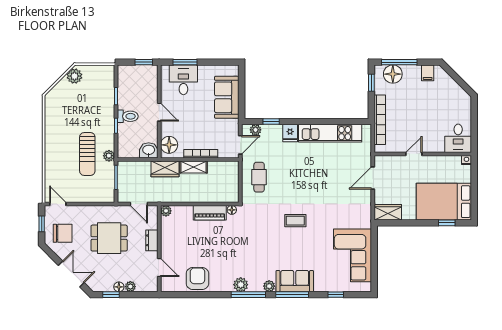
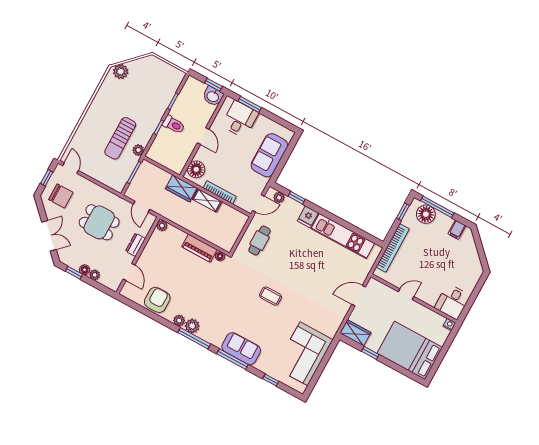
plant: (74, 76) -> (121, 72), moved
washbasin: (149, 150) -> (213, 96), moved, turned 180
window: (447, 223) -> (370, 353), moved
plant: (269, 286) -> (179, 320), moved

